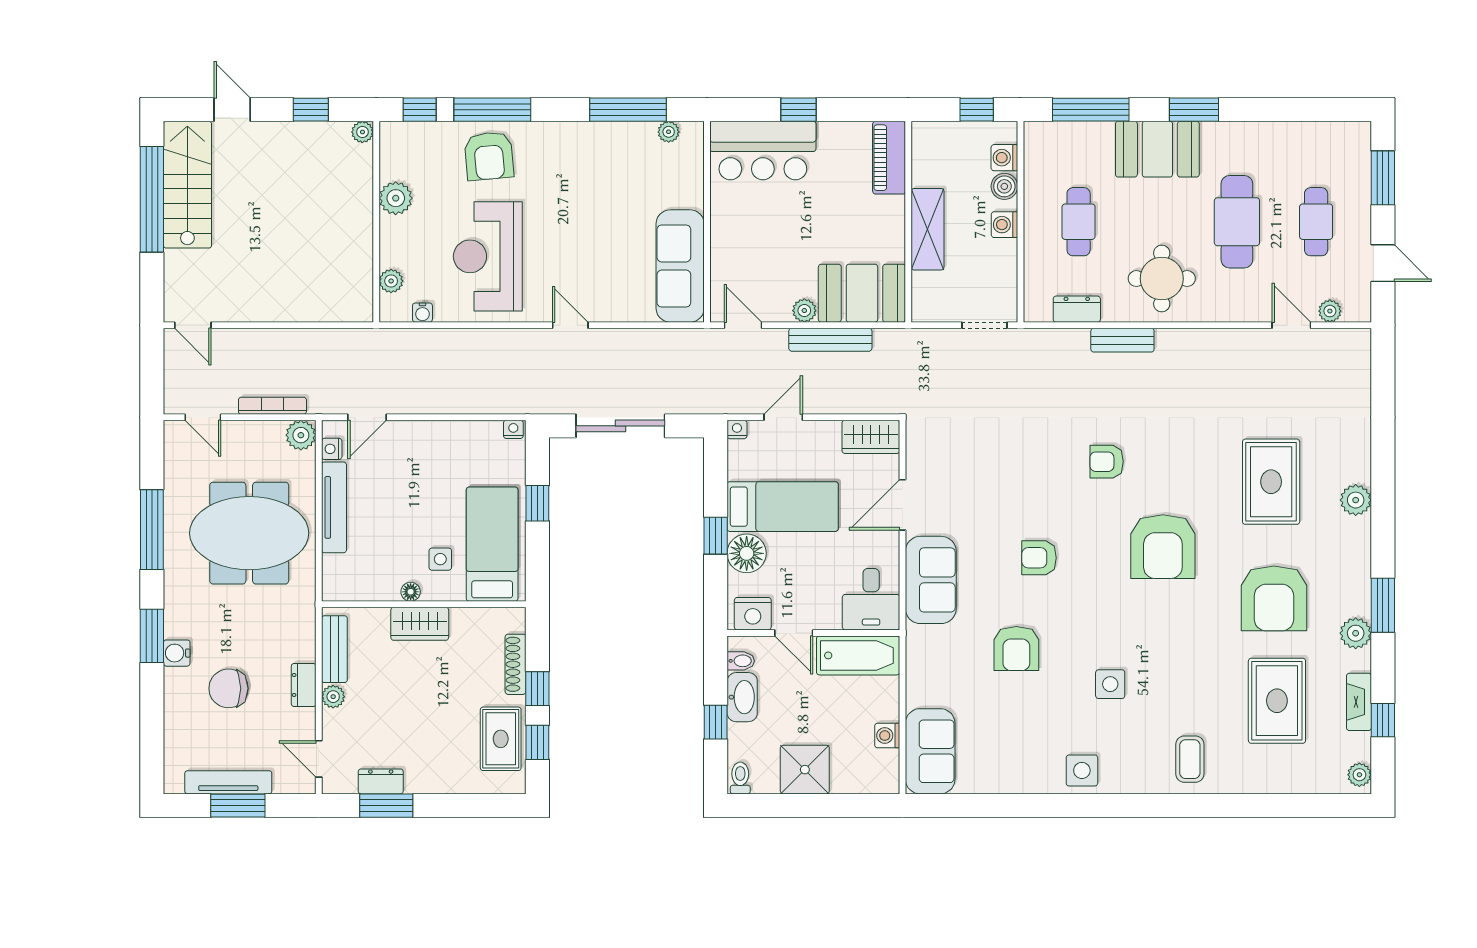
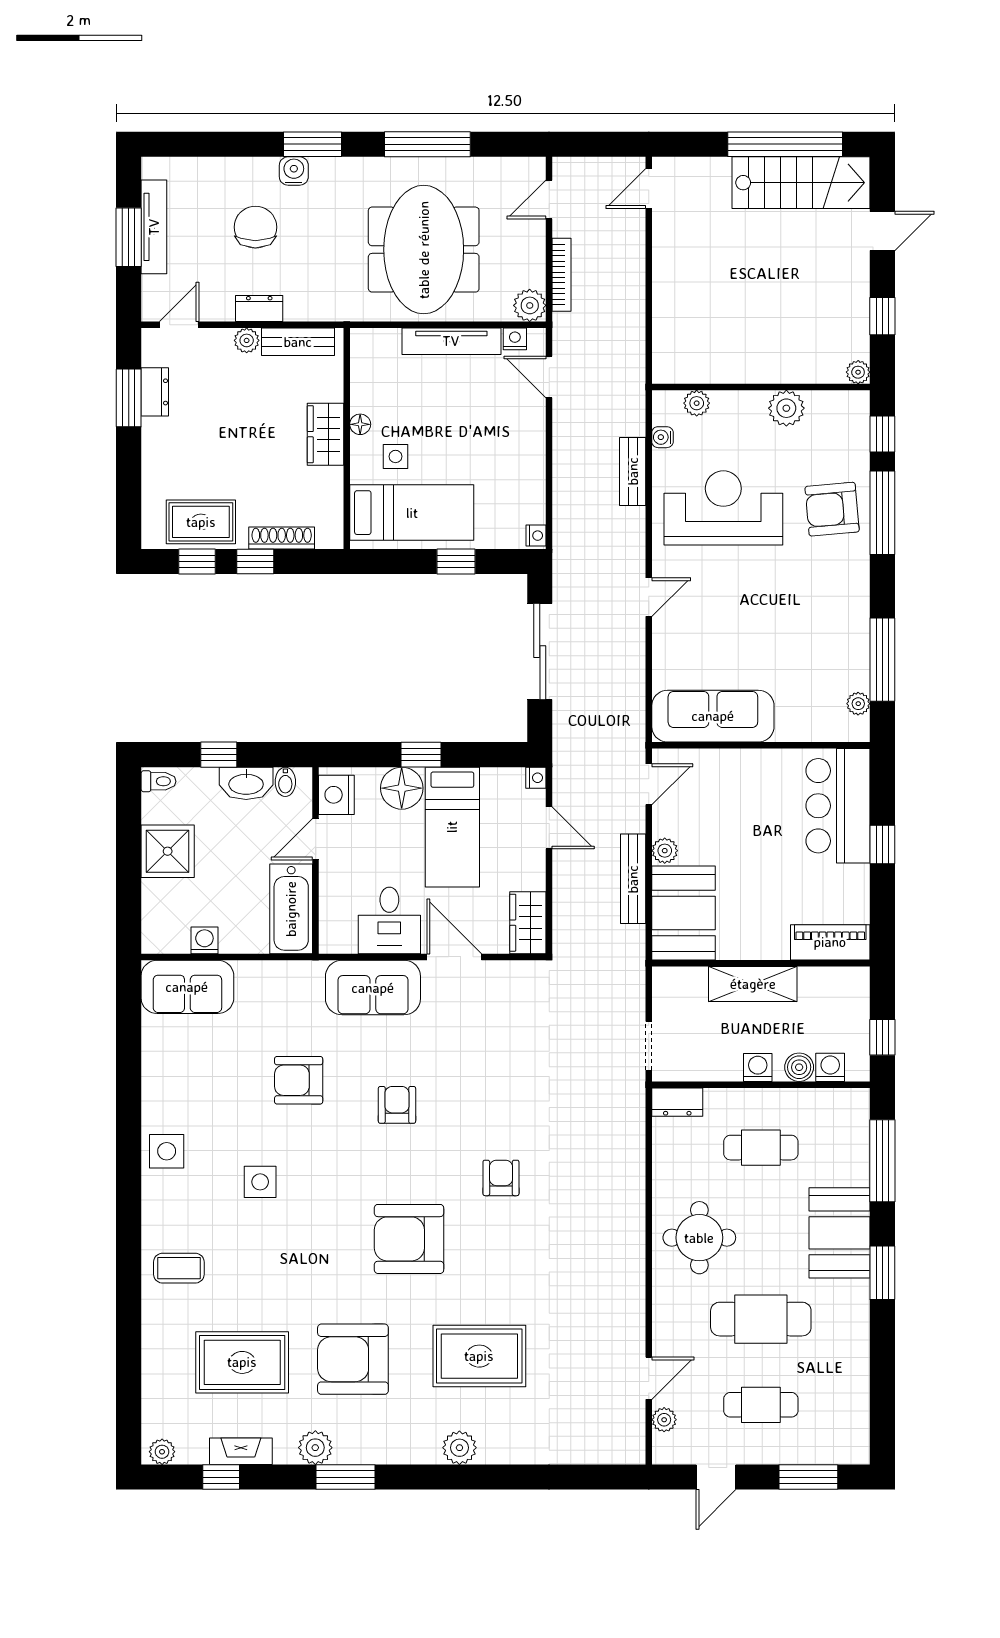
dresser: (1077, 309) -> (677, 1102), moved, turned 90
bench: (1122, 340) -> (633, 471), moved
desk: (871, 599) -> (389, 920), moved, turned -90

